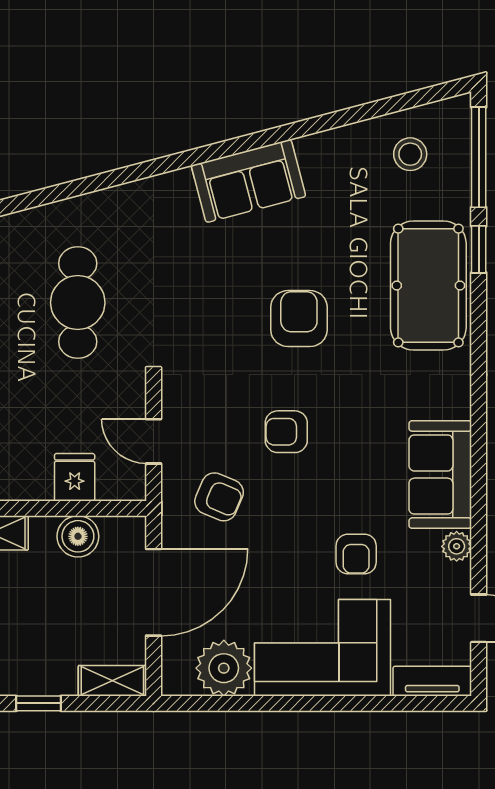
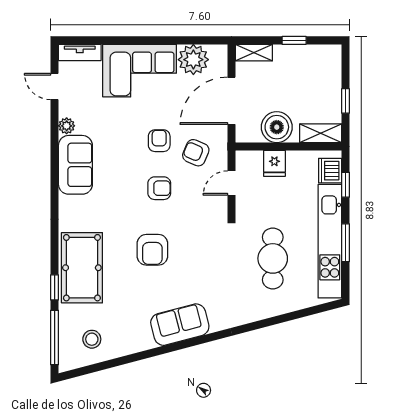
door: (154, 441) -> (231, 183), swing flipped
boiler: (78, 536) -> (277, 127), width x1.37, depth x1.37
armchair: (356, 554) -> (159, 141), moved

